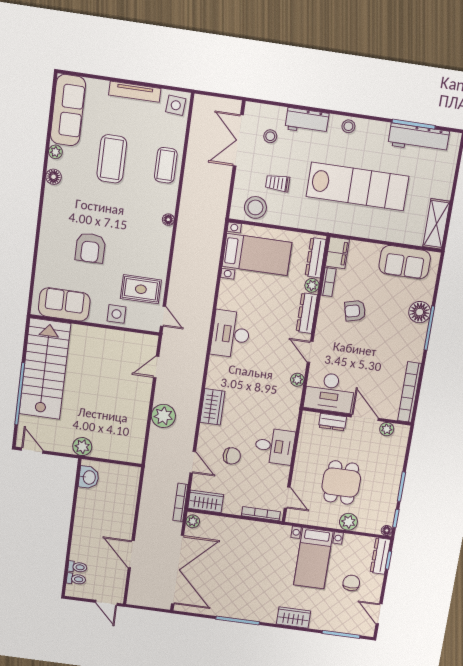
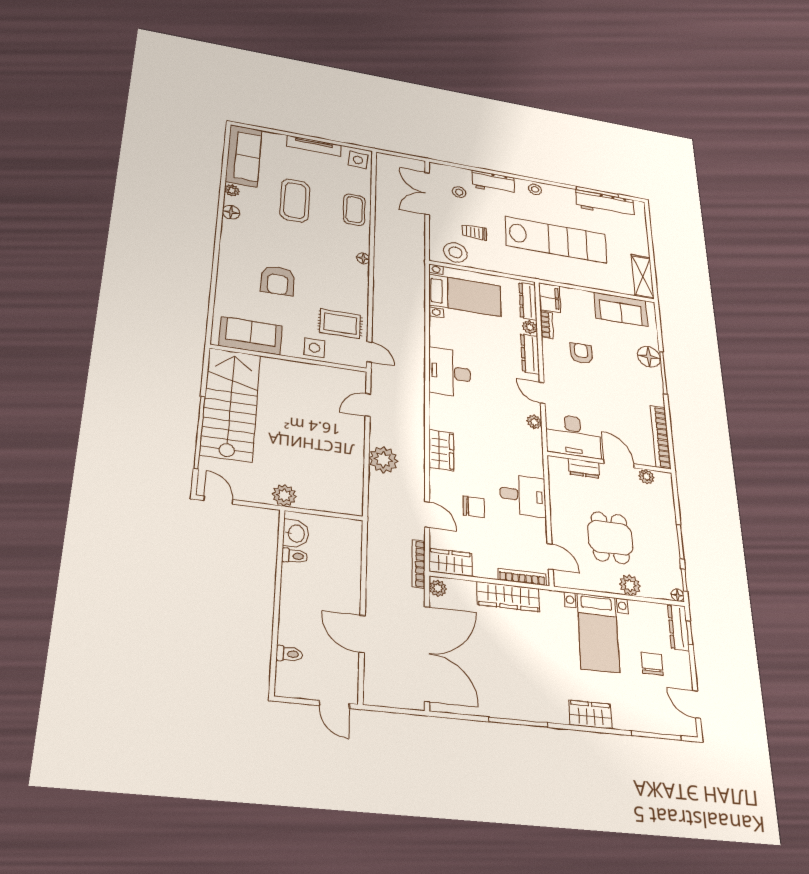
armchair: (355, 311) -> (581, 353), turned 104
wardrobe: (247, 529) -> (508, 597), added
toilet: (76, 579) -> (295, 556), moved

